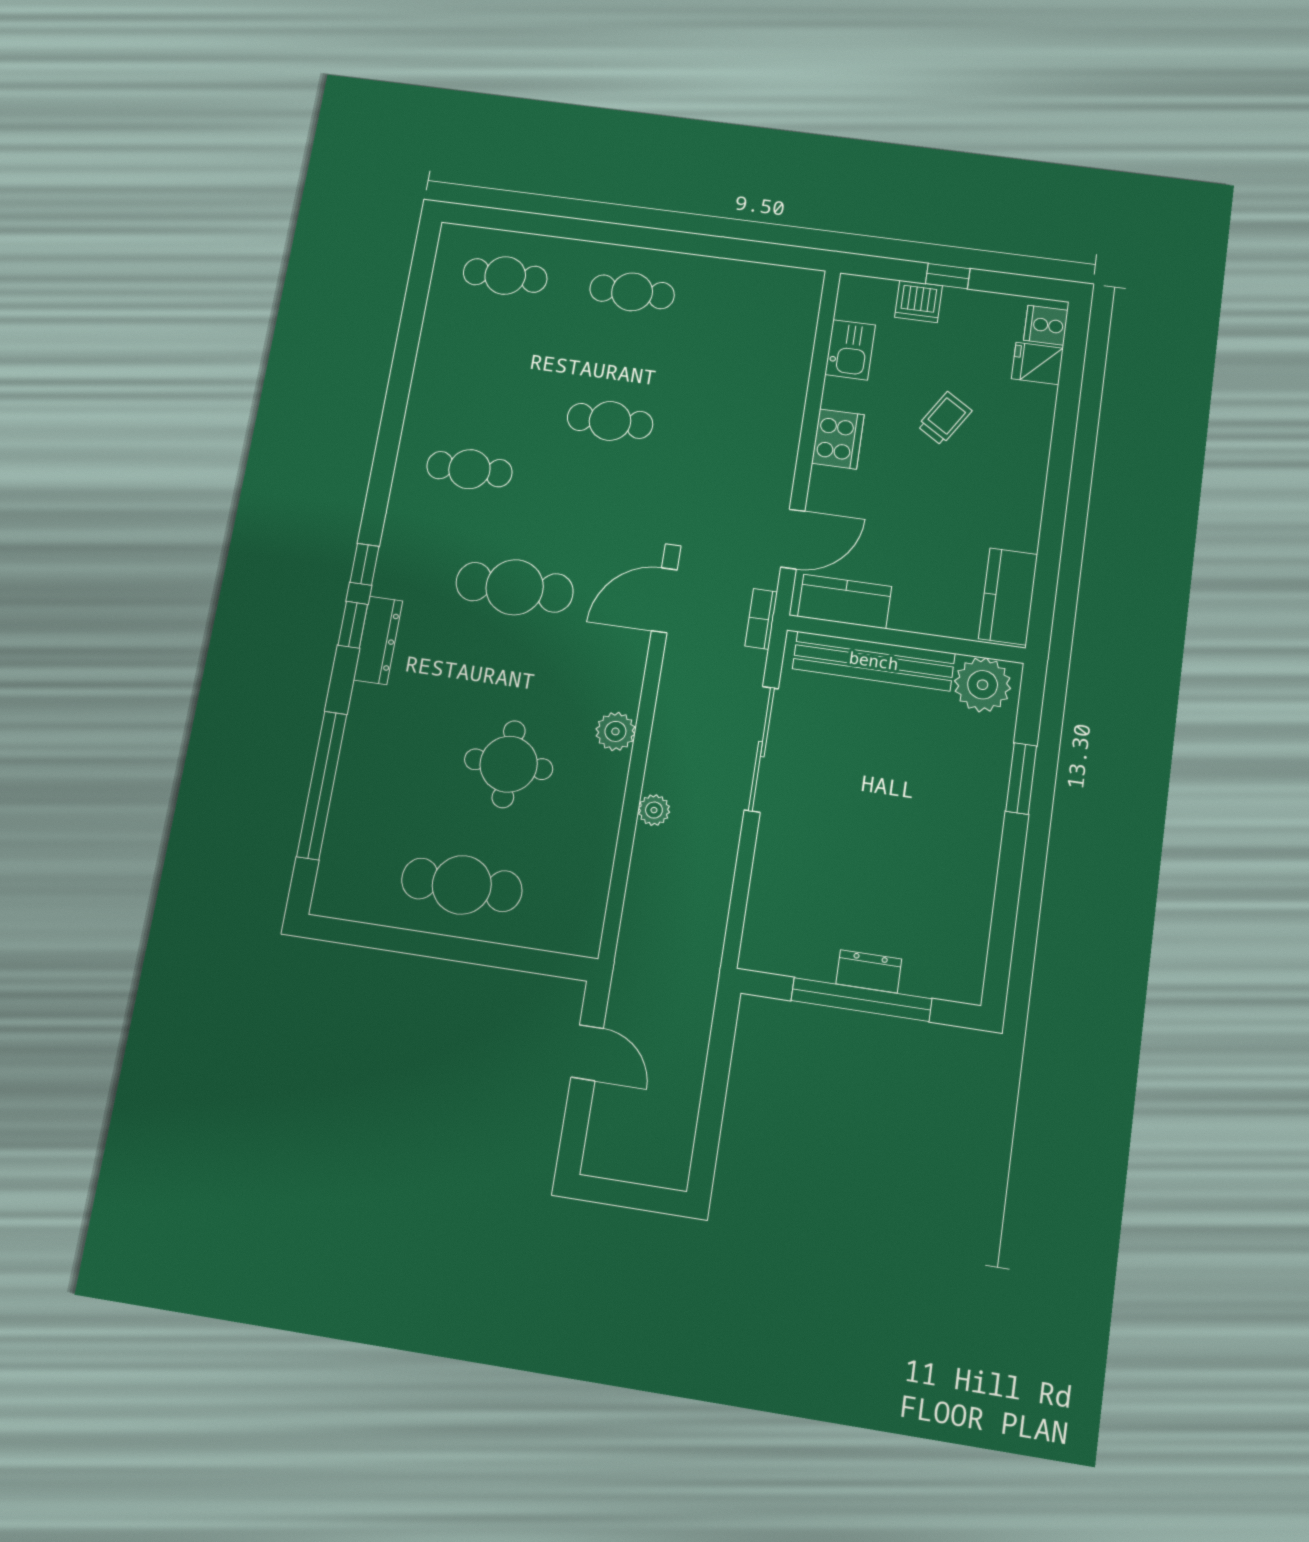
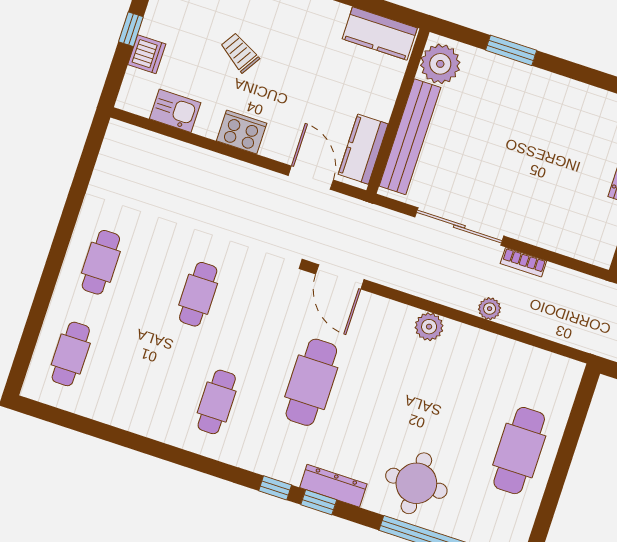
bookcase: (761, 619) -> (523, 262), moved
round table: (509, 764) -> (416, 483), moved

